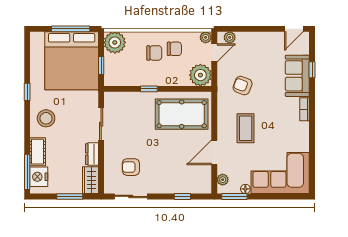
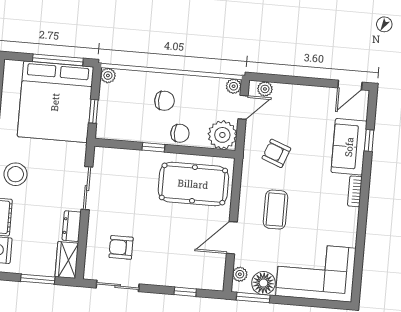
plant: (115, 42) -> (108, 76), width x0.53, depth x0.53
chair: (174, 49) -> (180, 133), moved
floor lamp: (245, 189) -> (263, 283), width x1.89, depth x1.89

